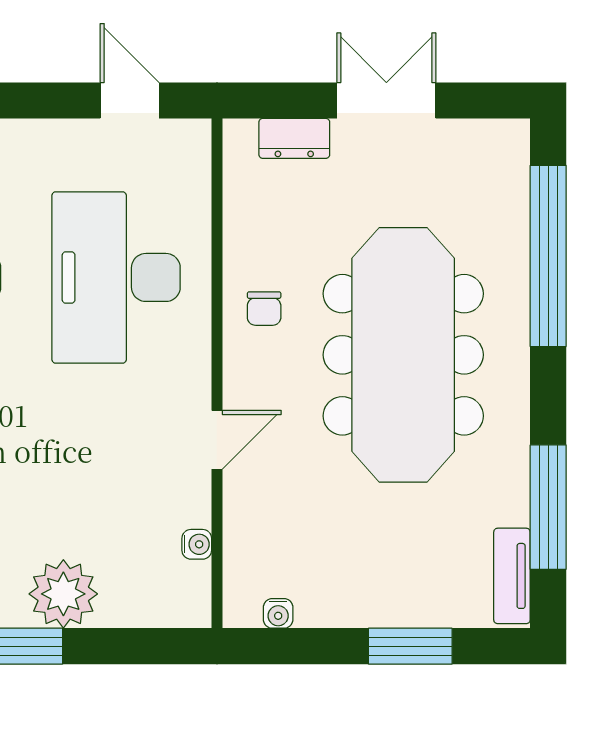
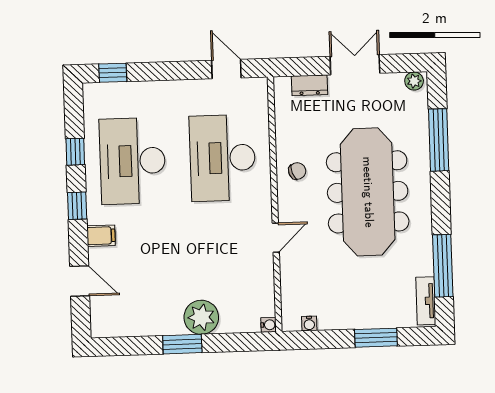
plant: (503, 137) -> (414, 81), added
window: (548, 256) -> (439, 140), width x0.68
chair: (264, 309) -> (297, 171), turned -110
water cooler: (197, 544) -> (268, 325), moved

